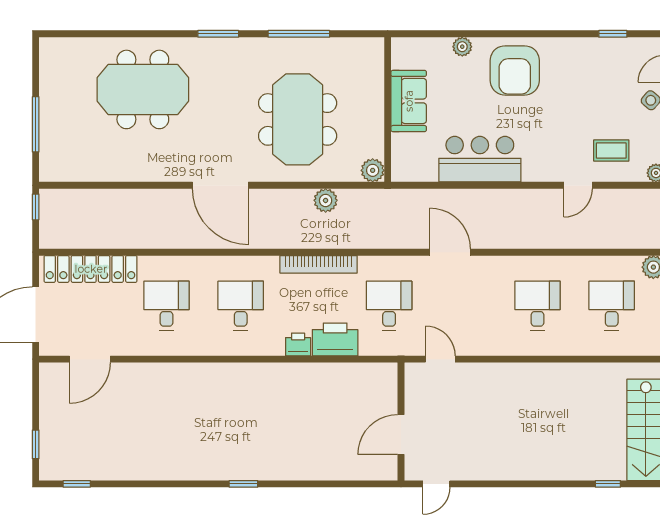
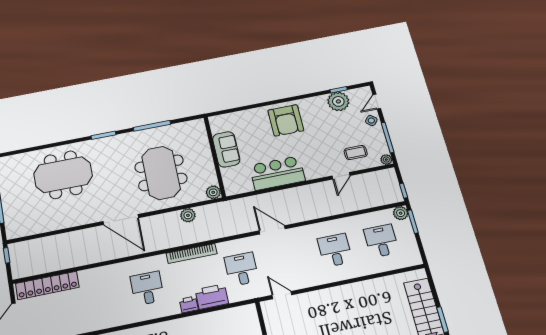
plant: (462, 47) -> (338, 101), moved, width x1.87, depth x1.87
desk: (166, 306) -> (100, 298), removed

